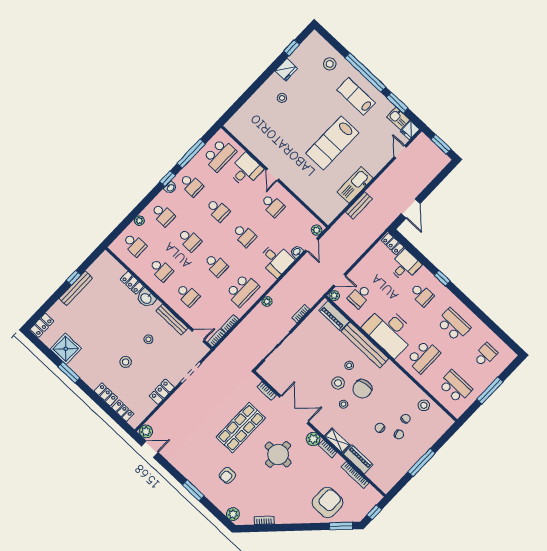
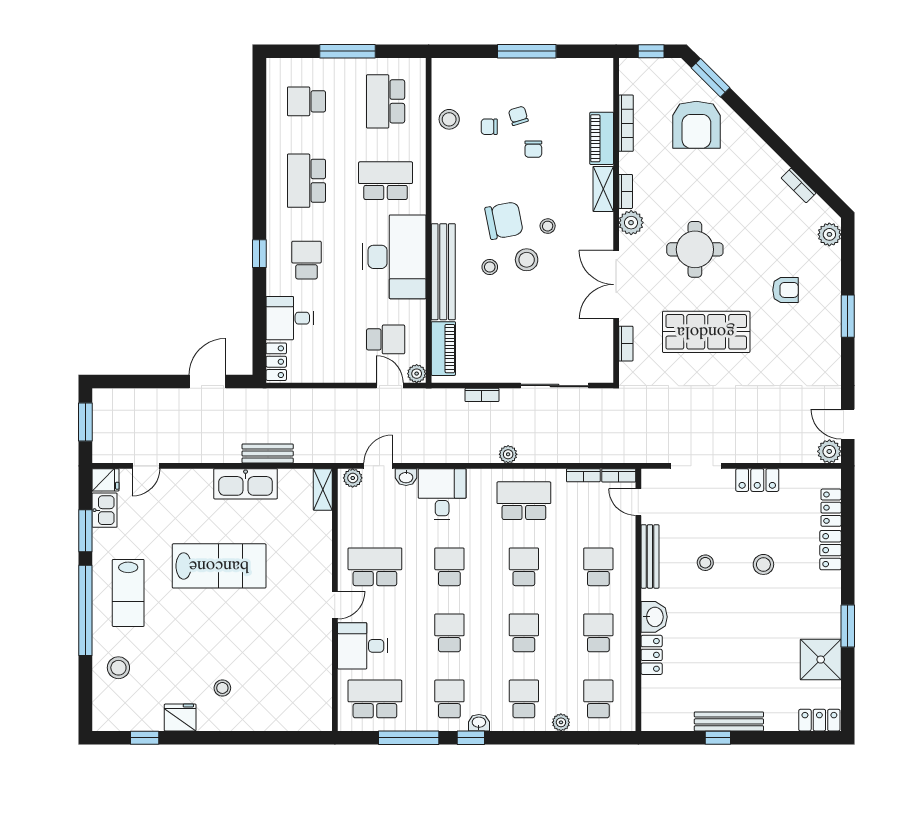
school desk: (273, 205) -> (375, 567), width x1.85
shelving: (323, 214) -> (323, 489), added
armchair: (328, 503) -> (696, 125), turned -90

